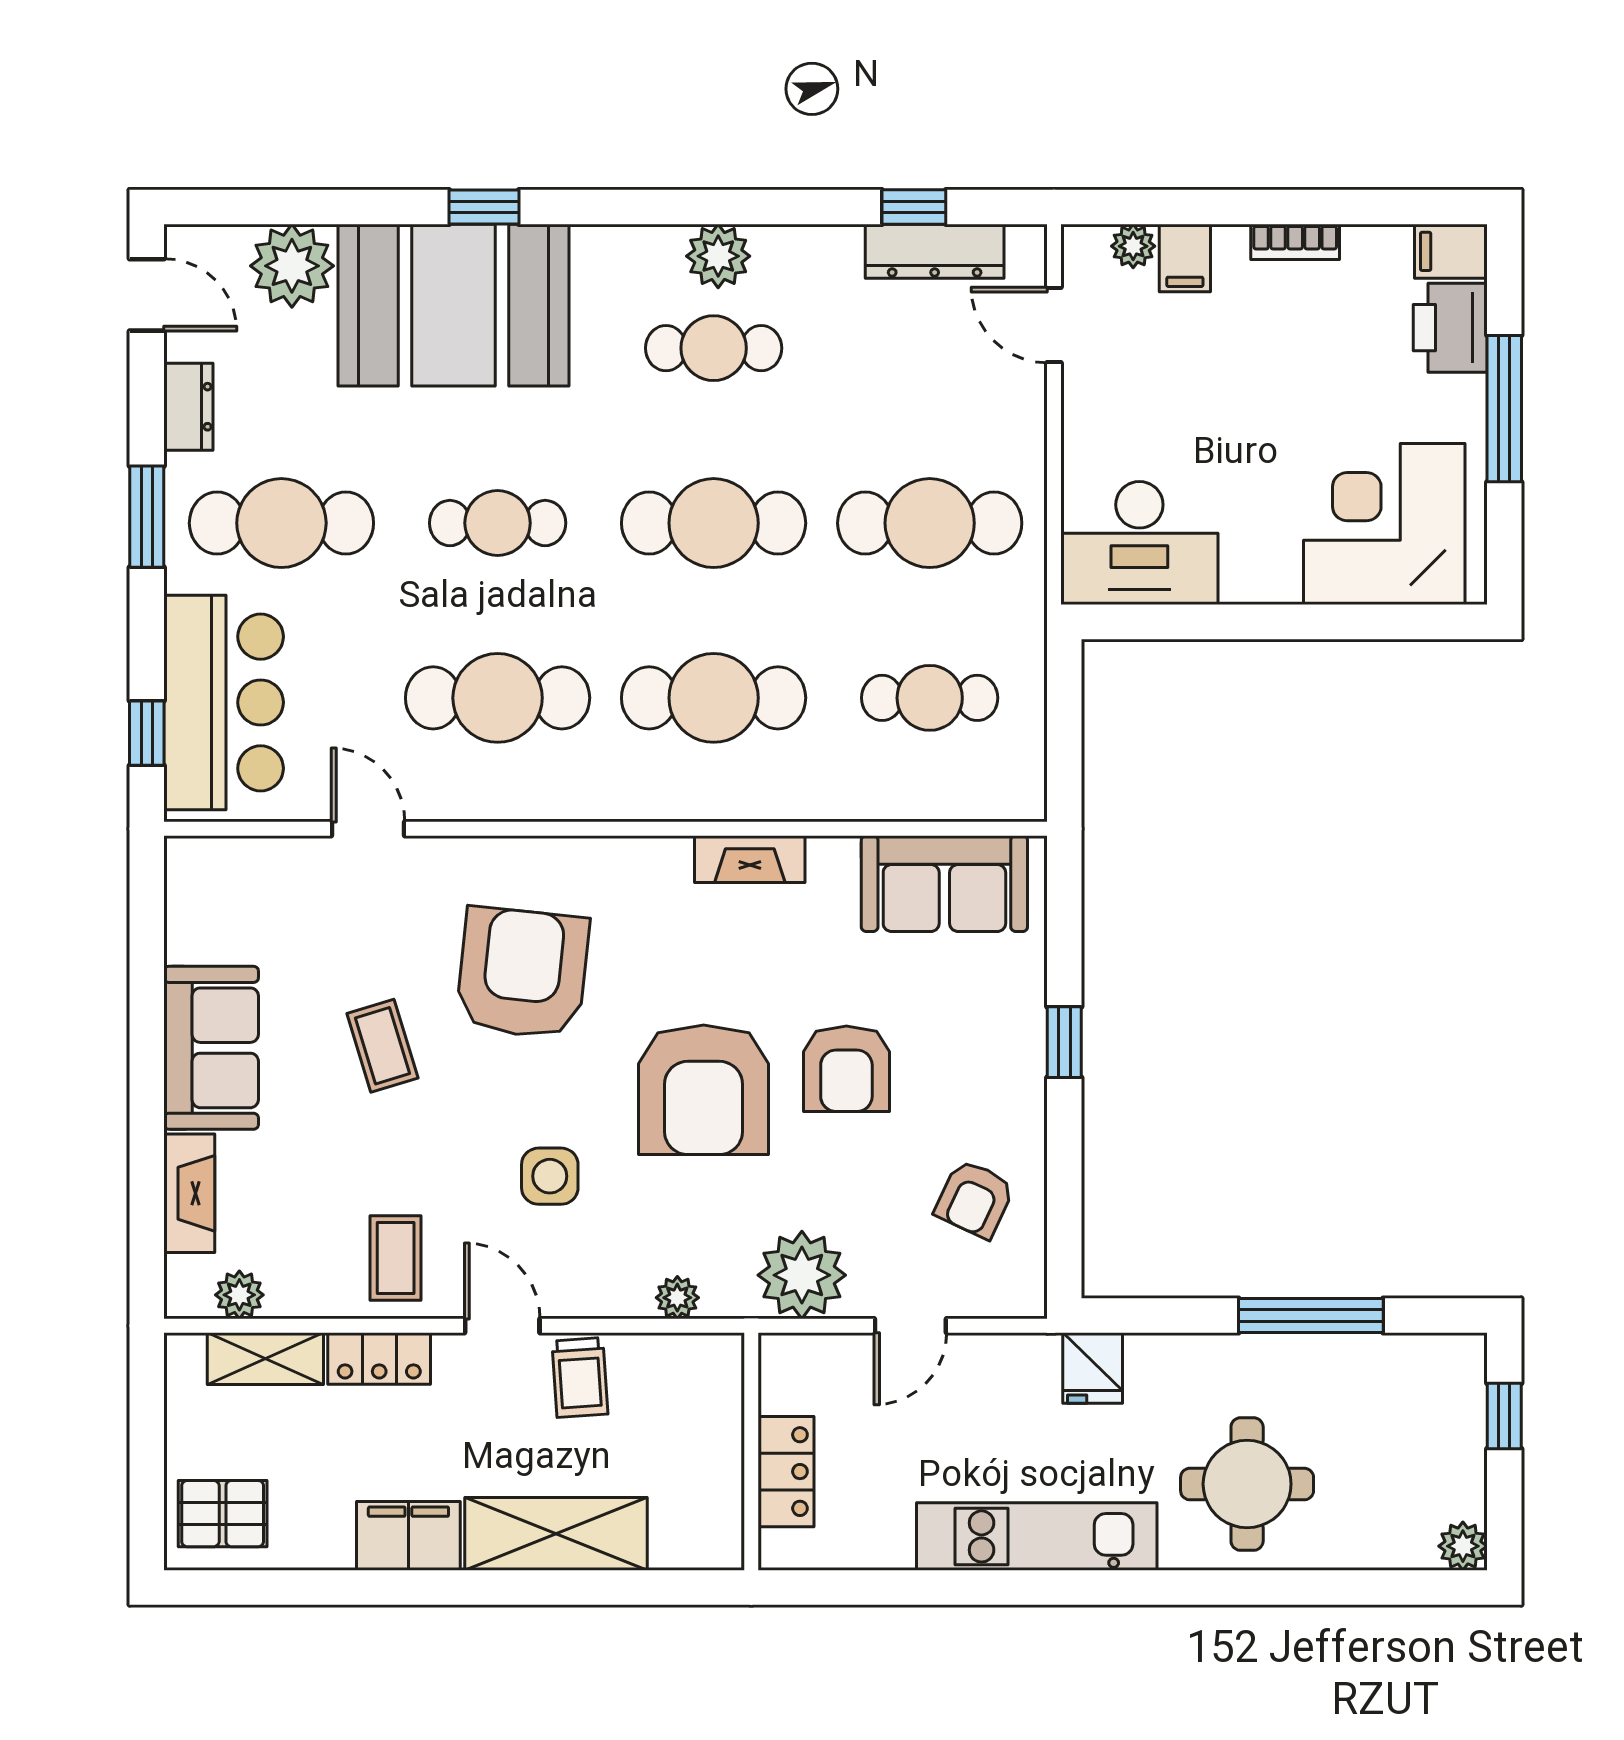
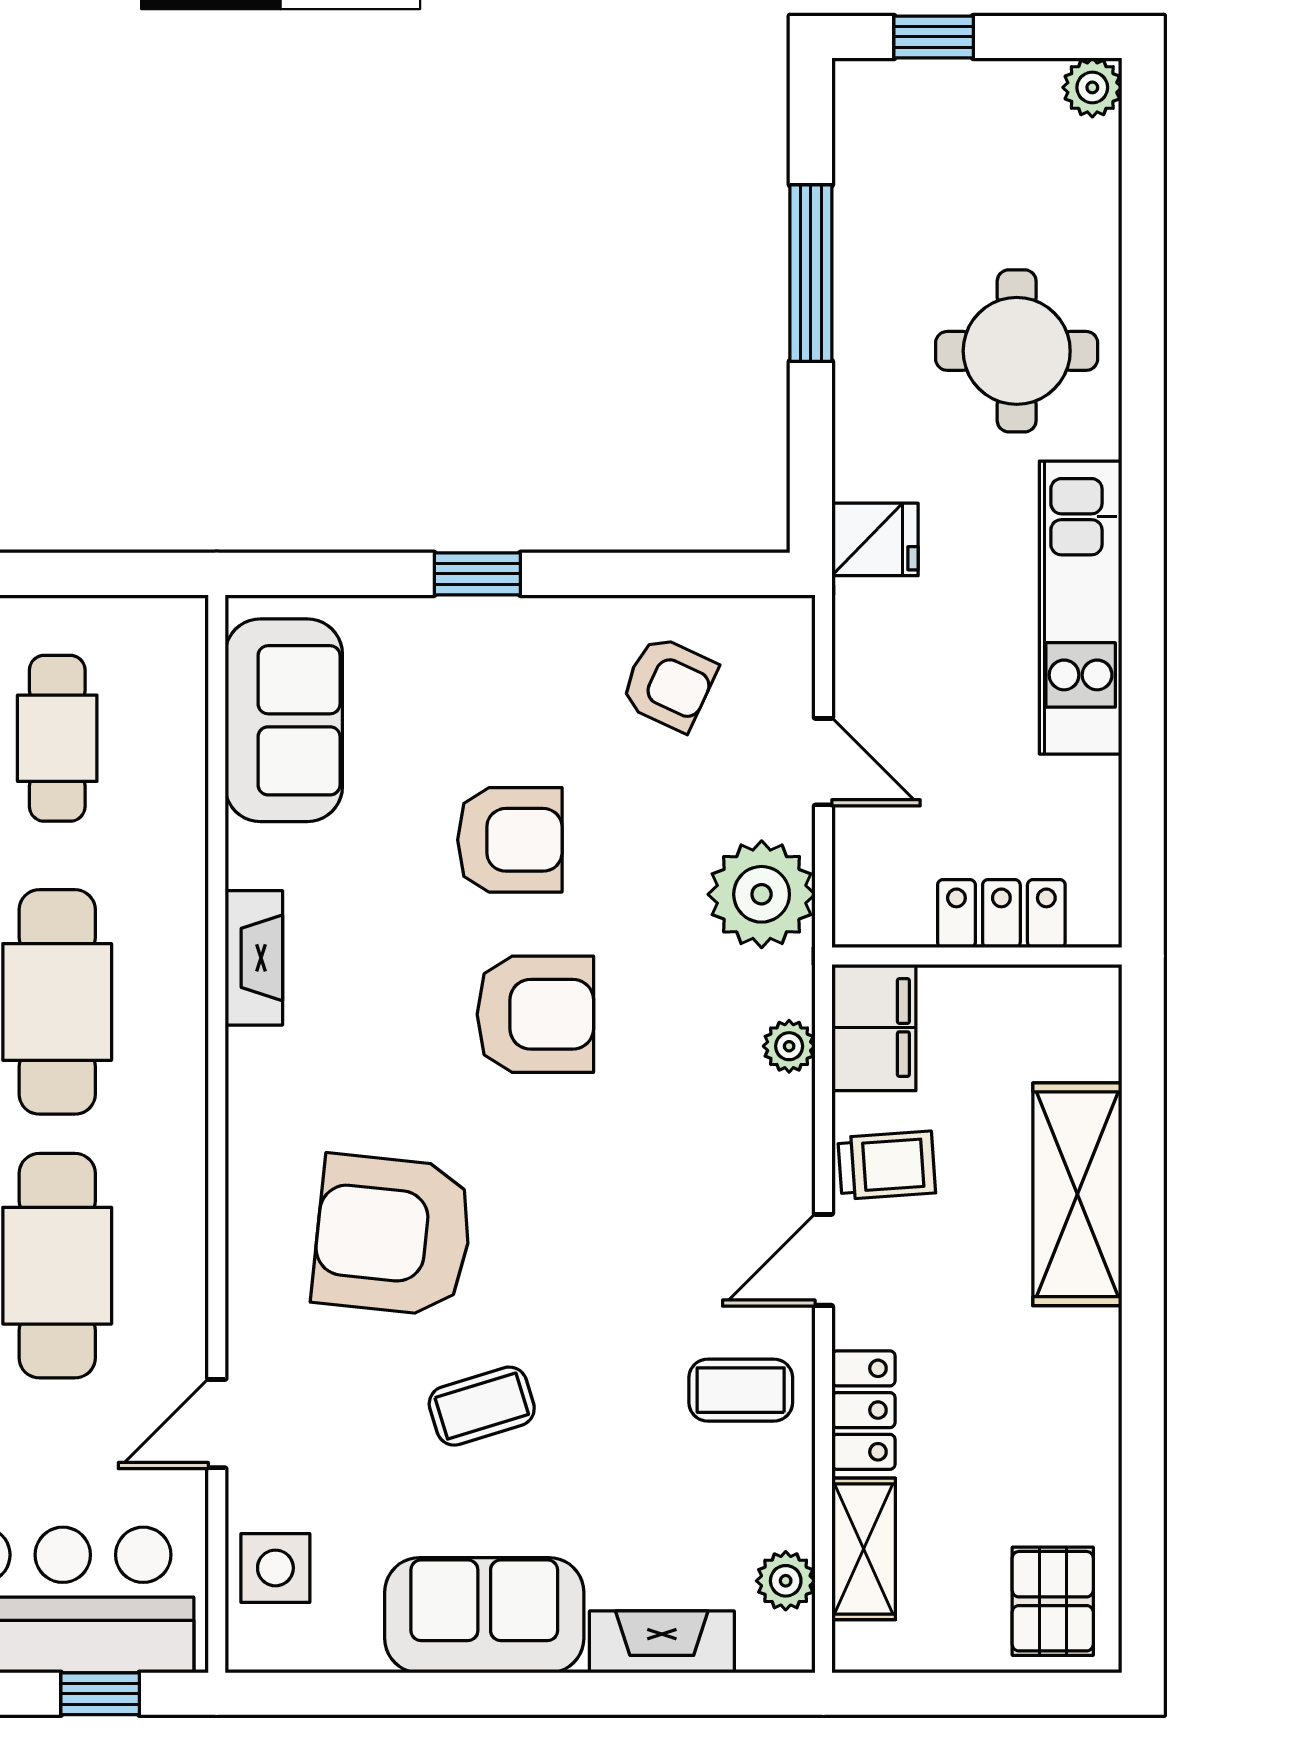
armchair: (704, 1090) -> (535, 1014), width x0.73, depth x0.73
side table: (550, 1176) -> (275, 1568), moved
filing cabinet: (408, 1536) -> (874, 1028), moved, turned 180

